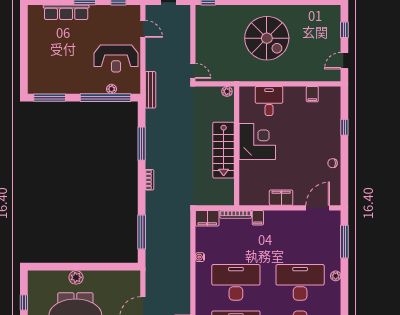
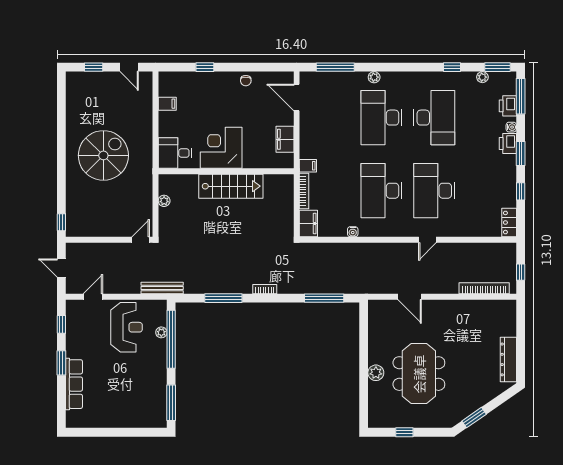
corner desk: (257, 142) -> (221, 148), moved
wall: (237, 146) -> (226, 171), moved
stairs: (224, 150) -> (231, 186), moved

